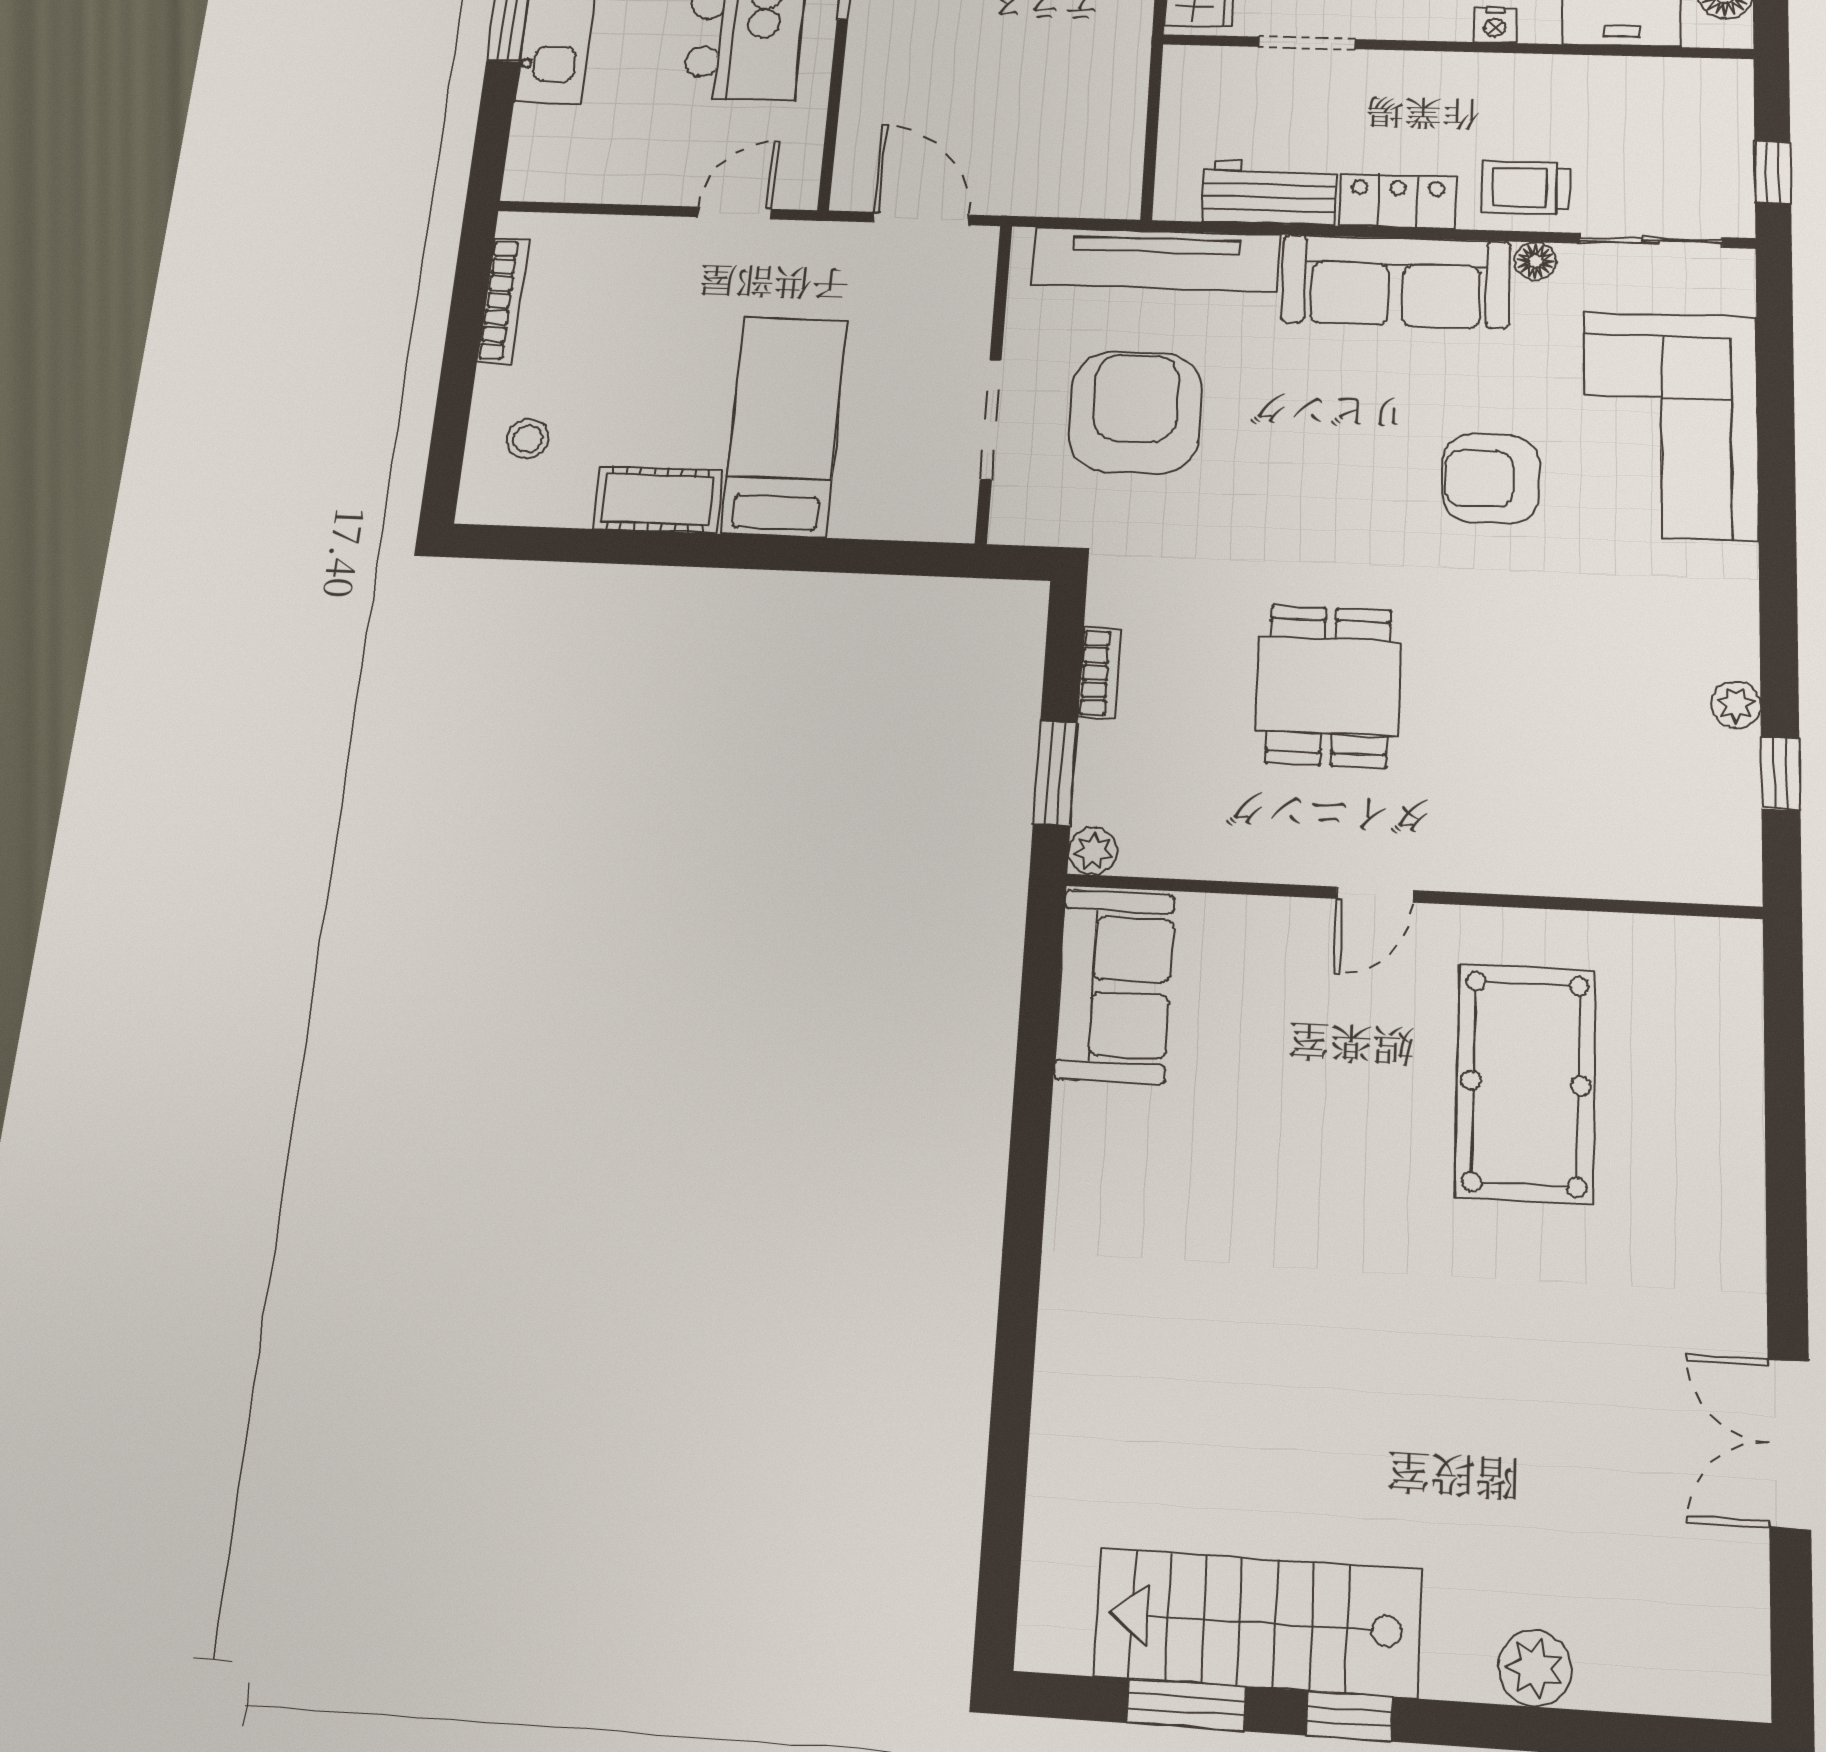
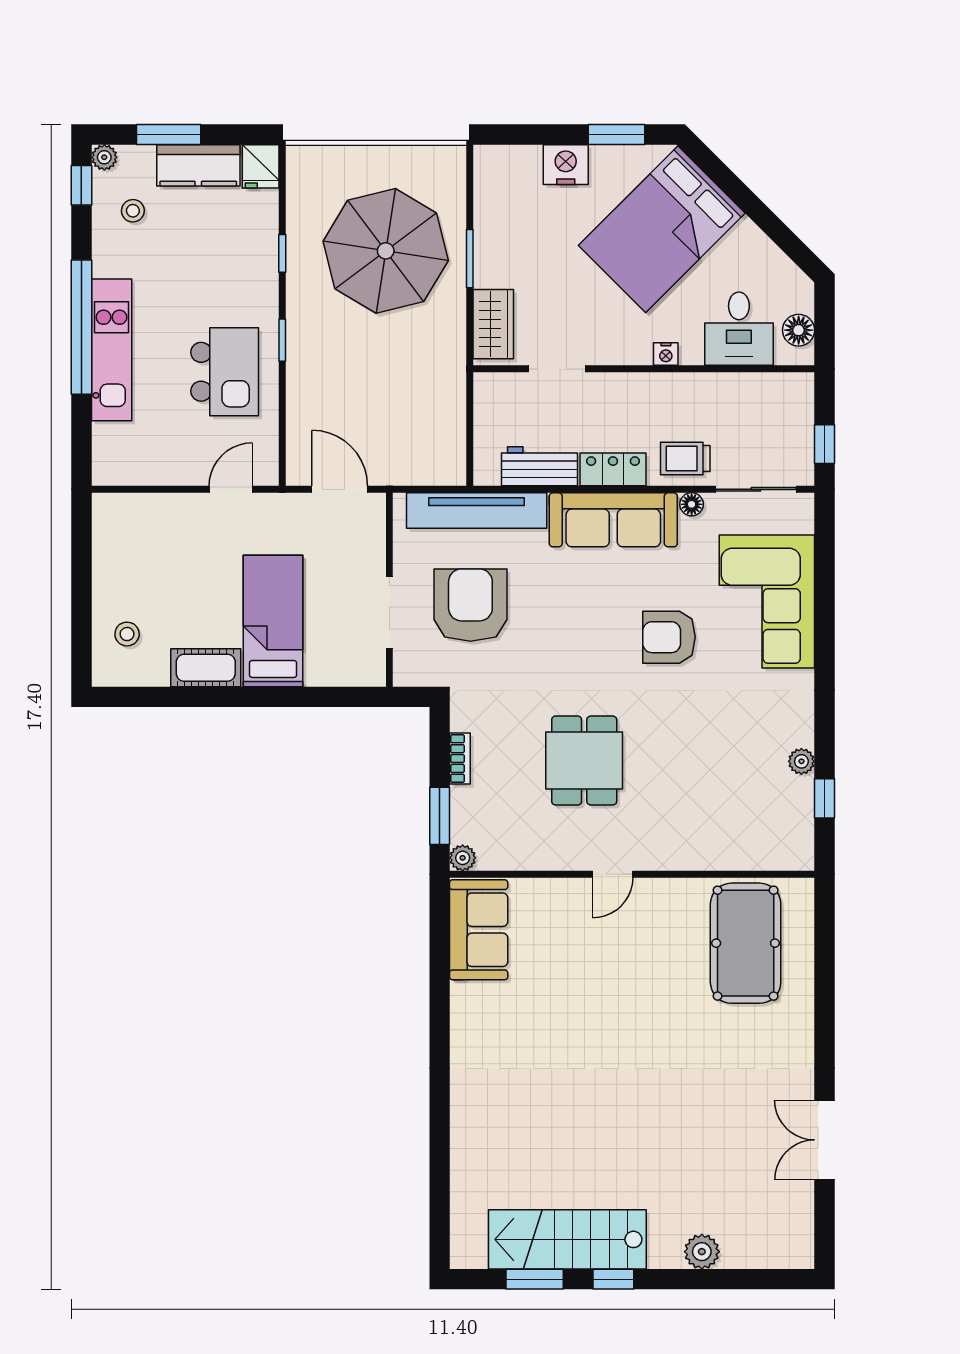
bookcase: (503, 300) -> (102, 549), removed
pool table: (1526, 1083) -> (746, 943), moved

